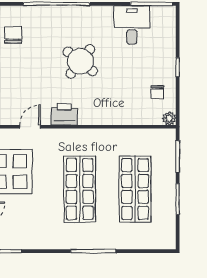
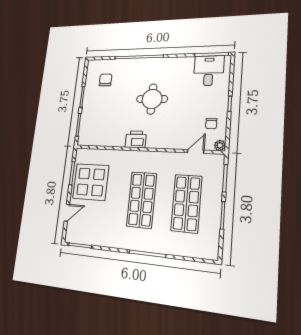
desk: (132, 25) -> (209, 71), moved
round table: (80, 61) -> (152, 99), turned -38
door: (30, 127) -> (196, 151), moved

